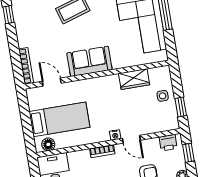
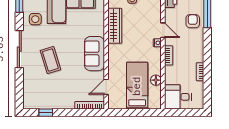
wardrobe: (134, 79) -> (115, 26), width x1.50
door: (131, 139) -> (163, 30), hinge flipped
floor lamp: (48, 144) -> (156, 80), moved

